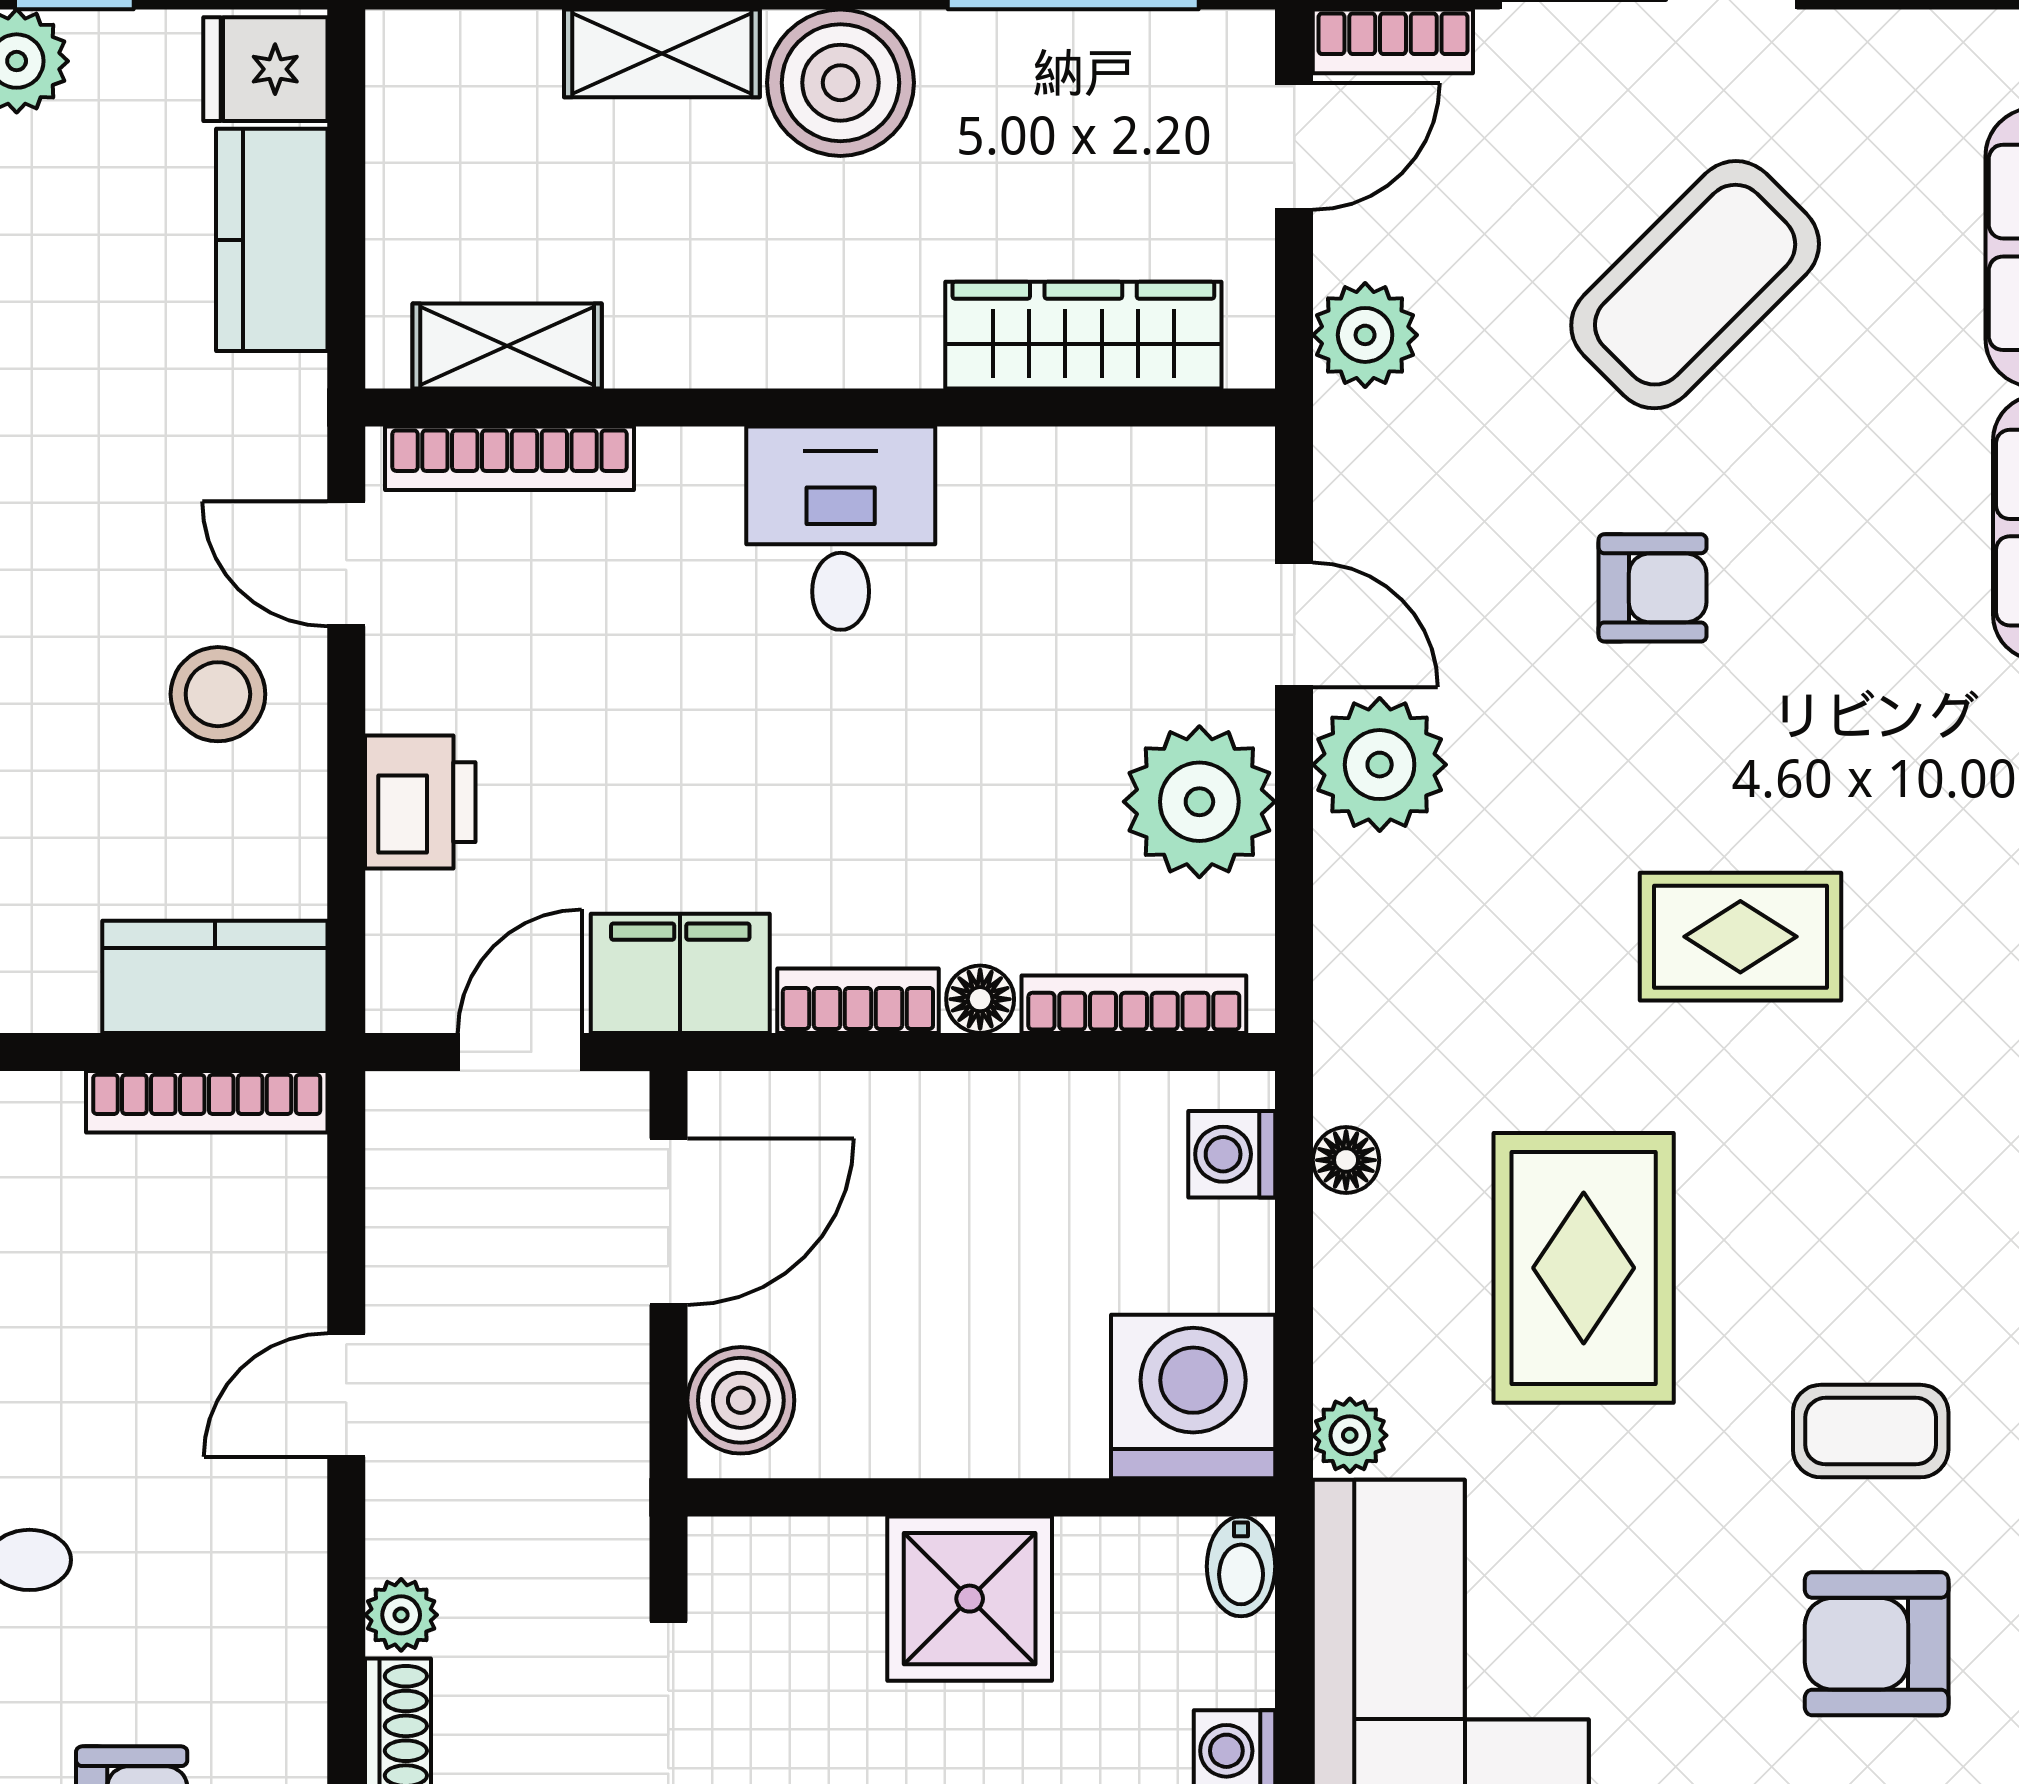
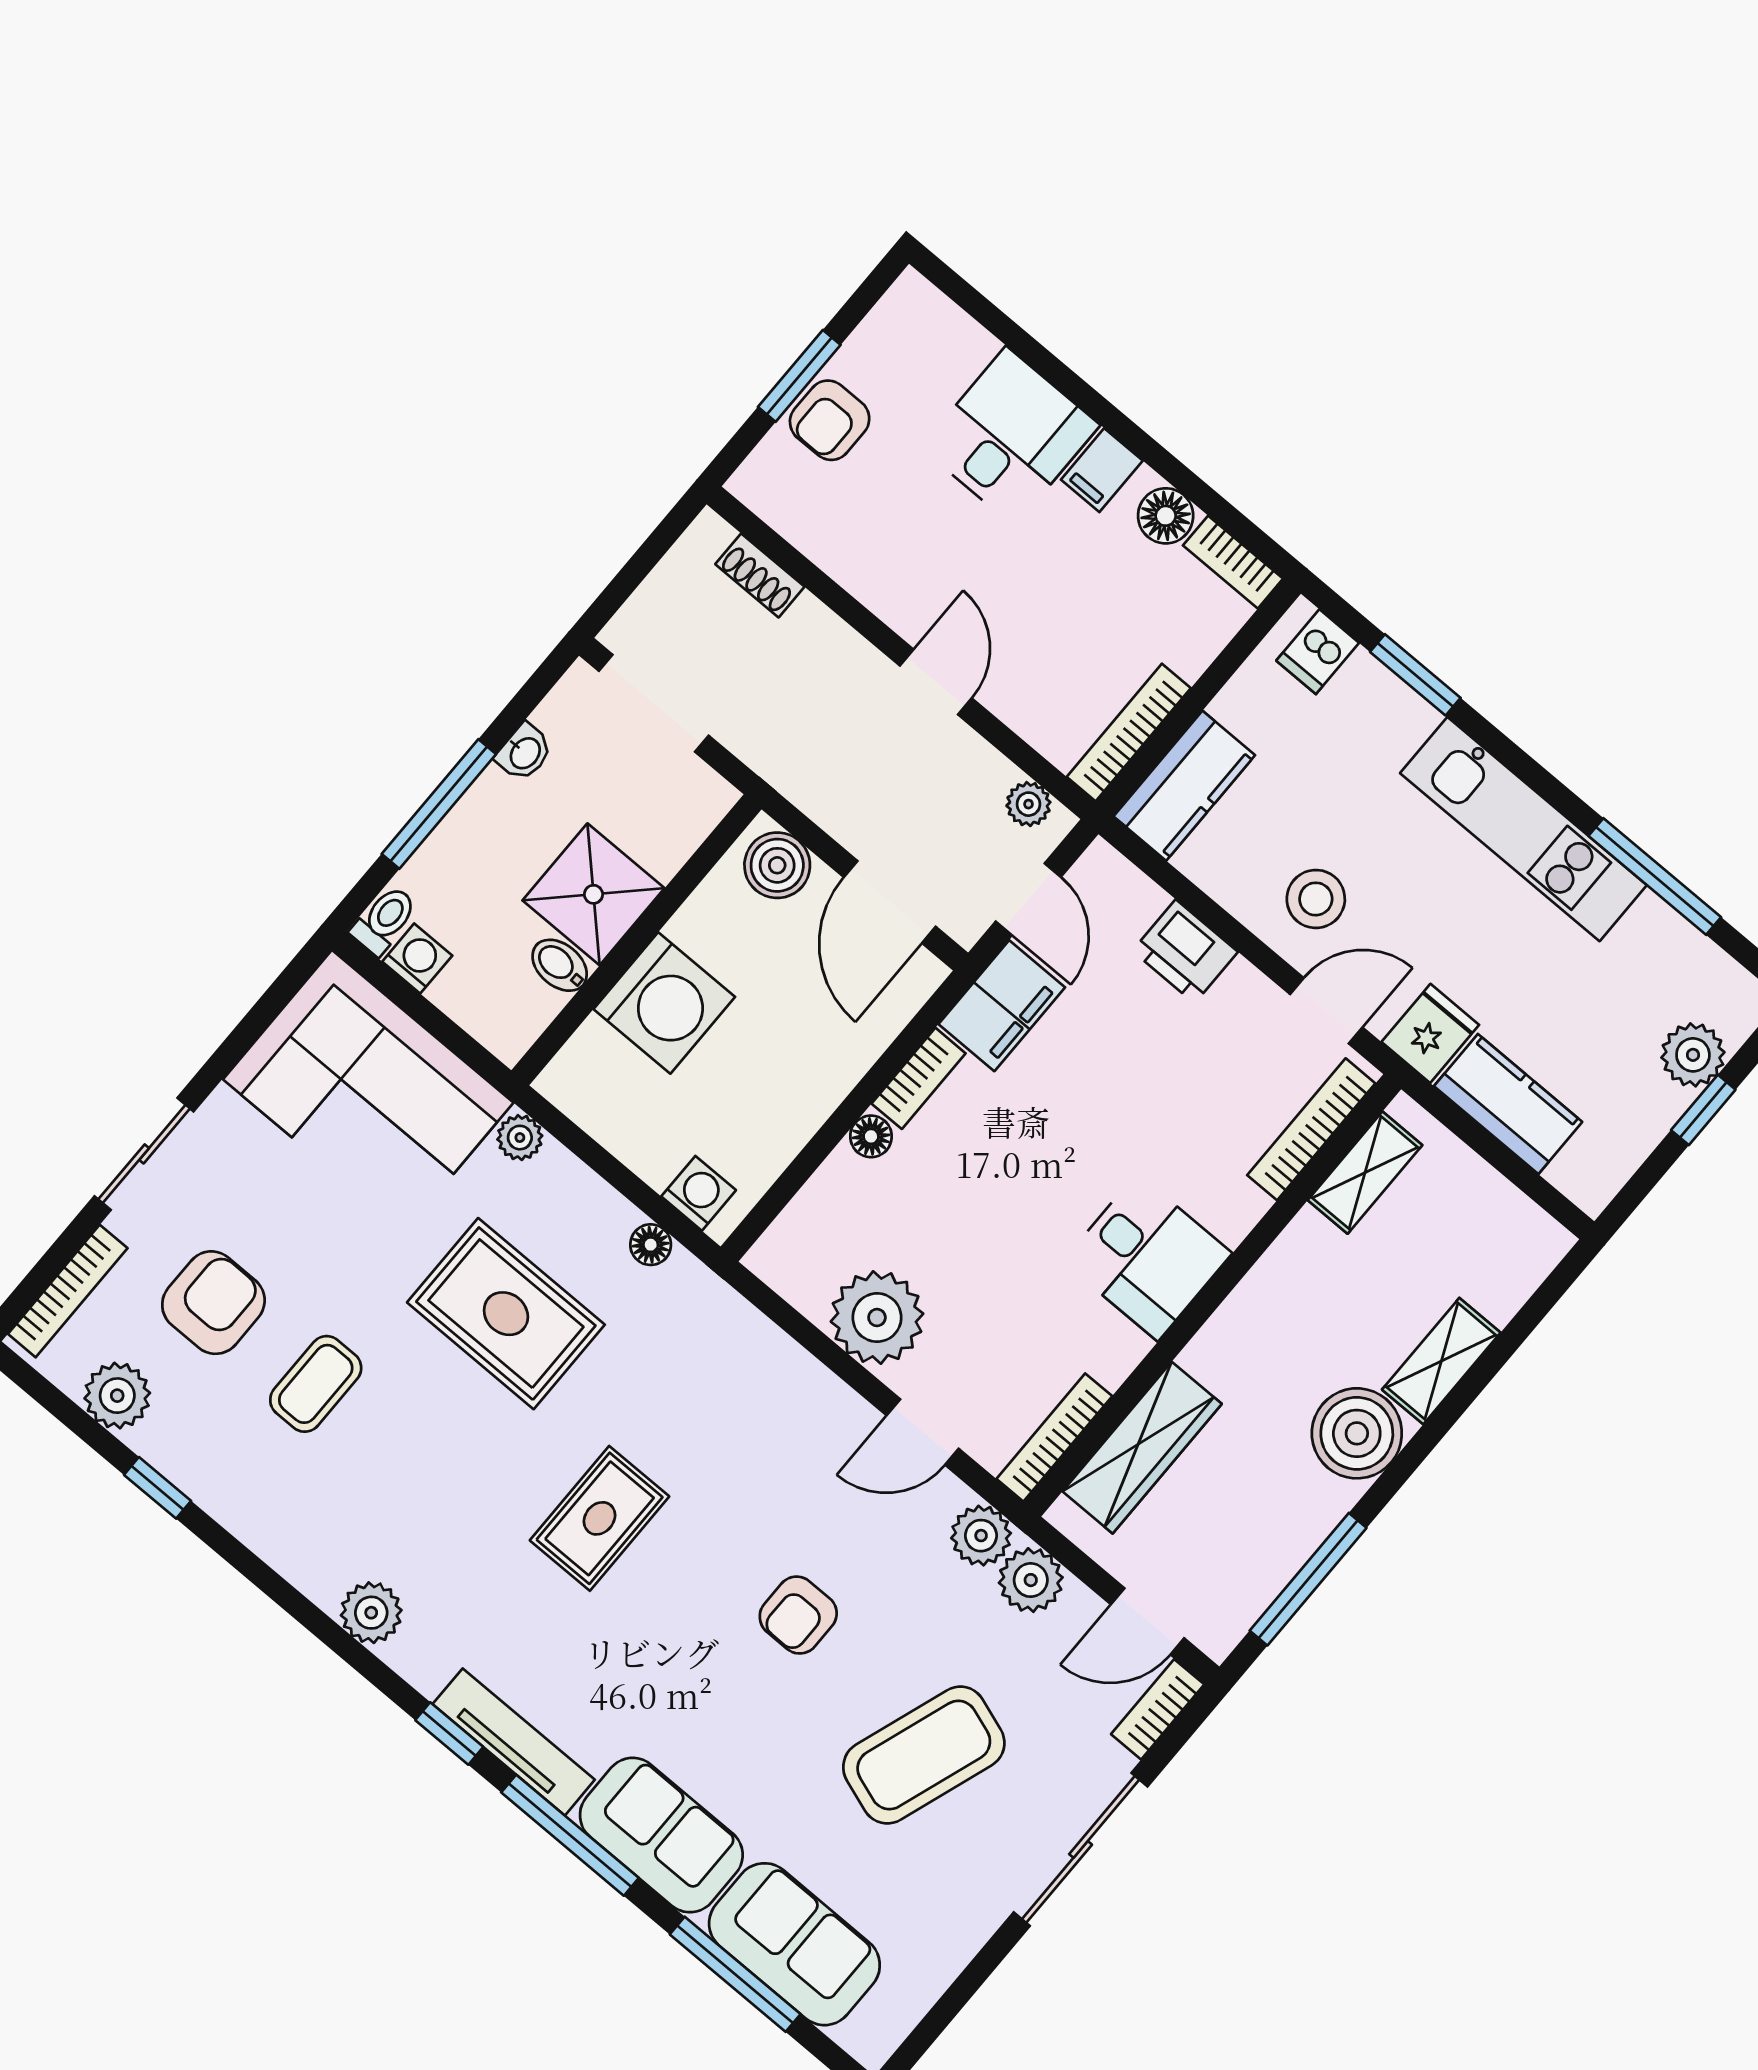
fridge: (265, 69) -> (1430, 1033), moved
door: (1294, 146) -> (1147, 1621), hinge flipped
coffee table: (1695, 285) -> (924, 1755), turned 64
plant: (1380, 765) -> (981, 1536), moved, width x0.73, depth x0.73
bookcase: (1134, 1004) -> (1054, 1437), moved, turned 180
washing machine: (1193, 1397) -> (664, 1003), moved
bidet: (1241, 1566) -> (560, 965), moved
plant: (401, 1615) -> (1028, 804), moved

